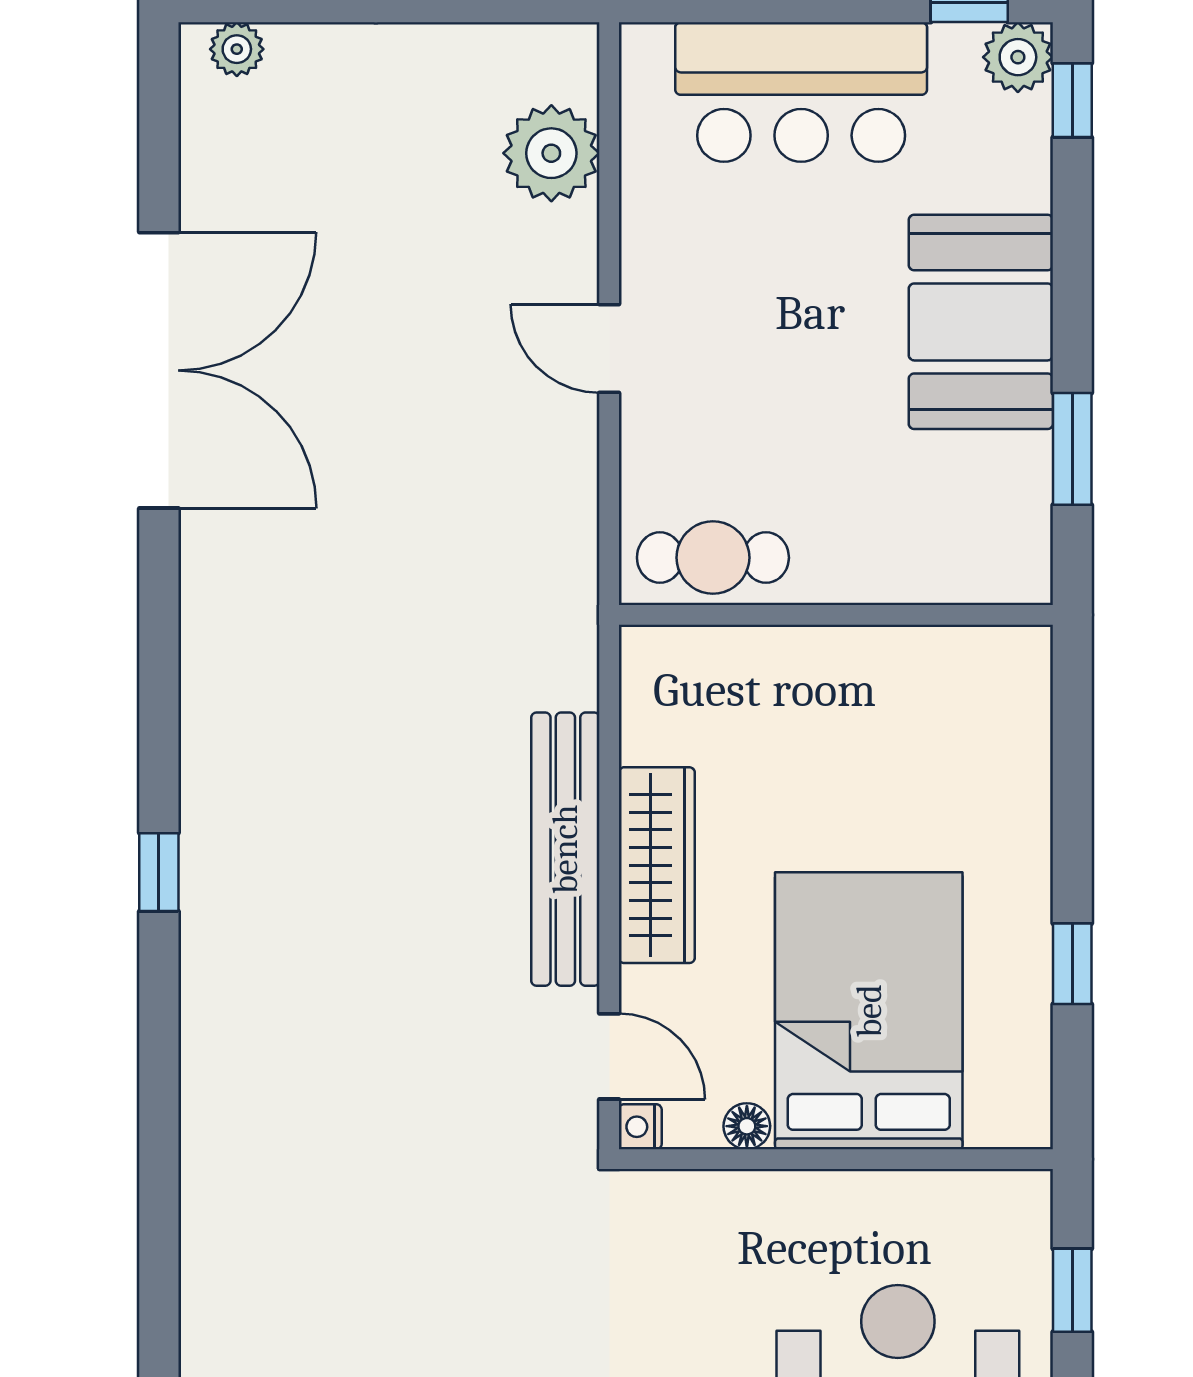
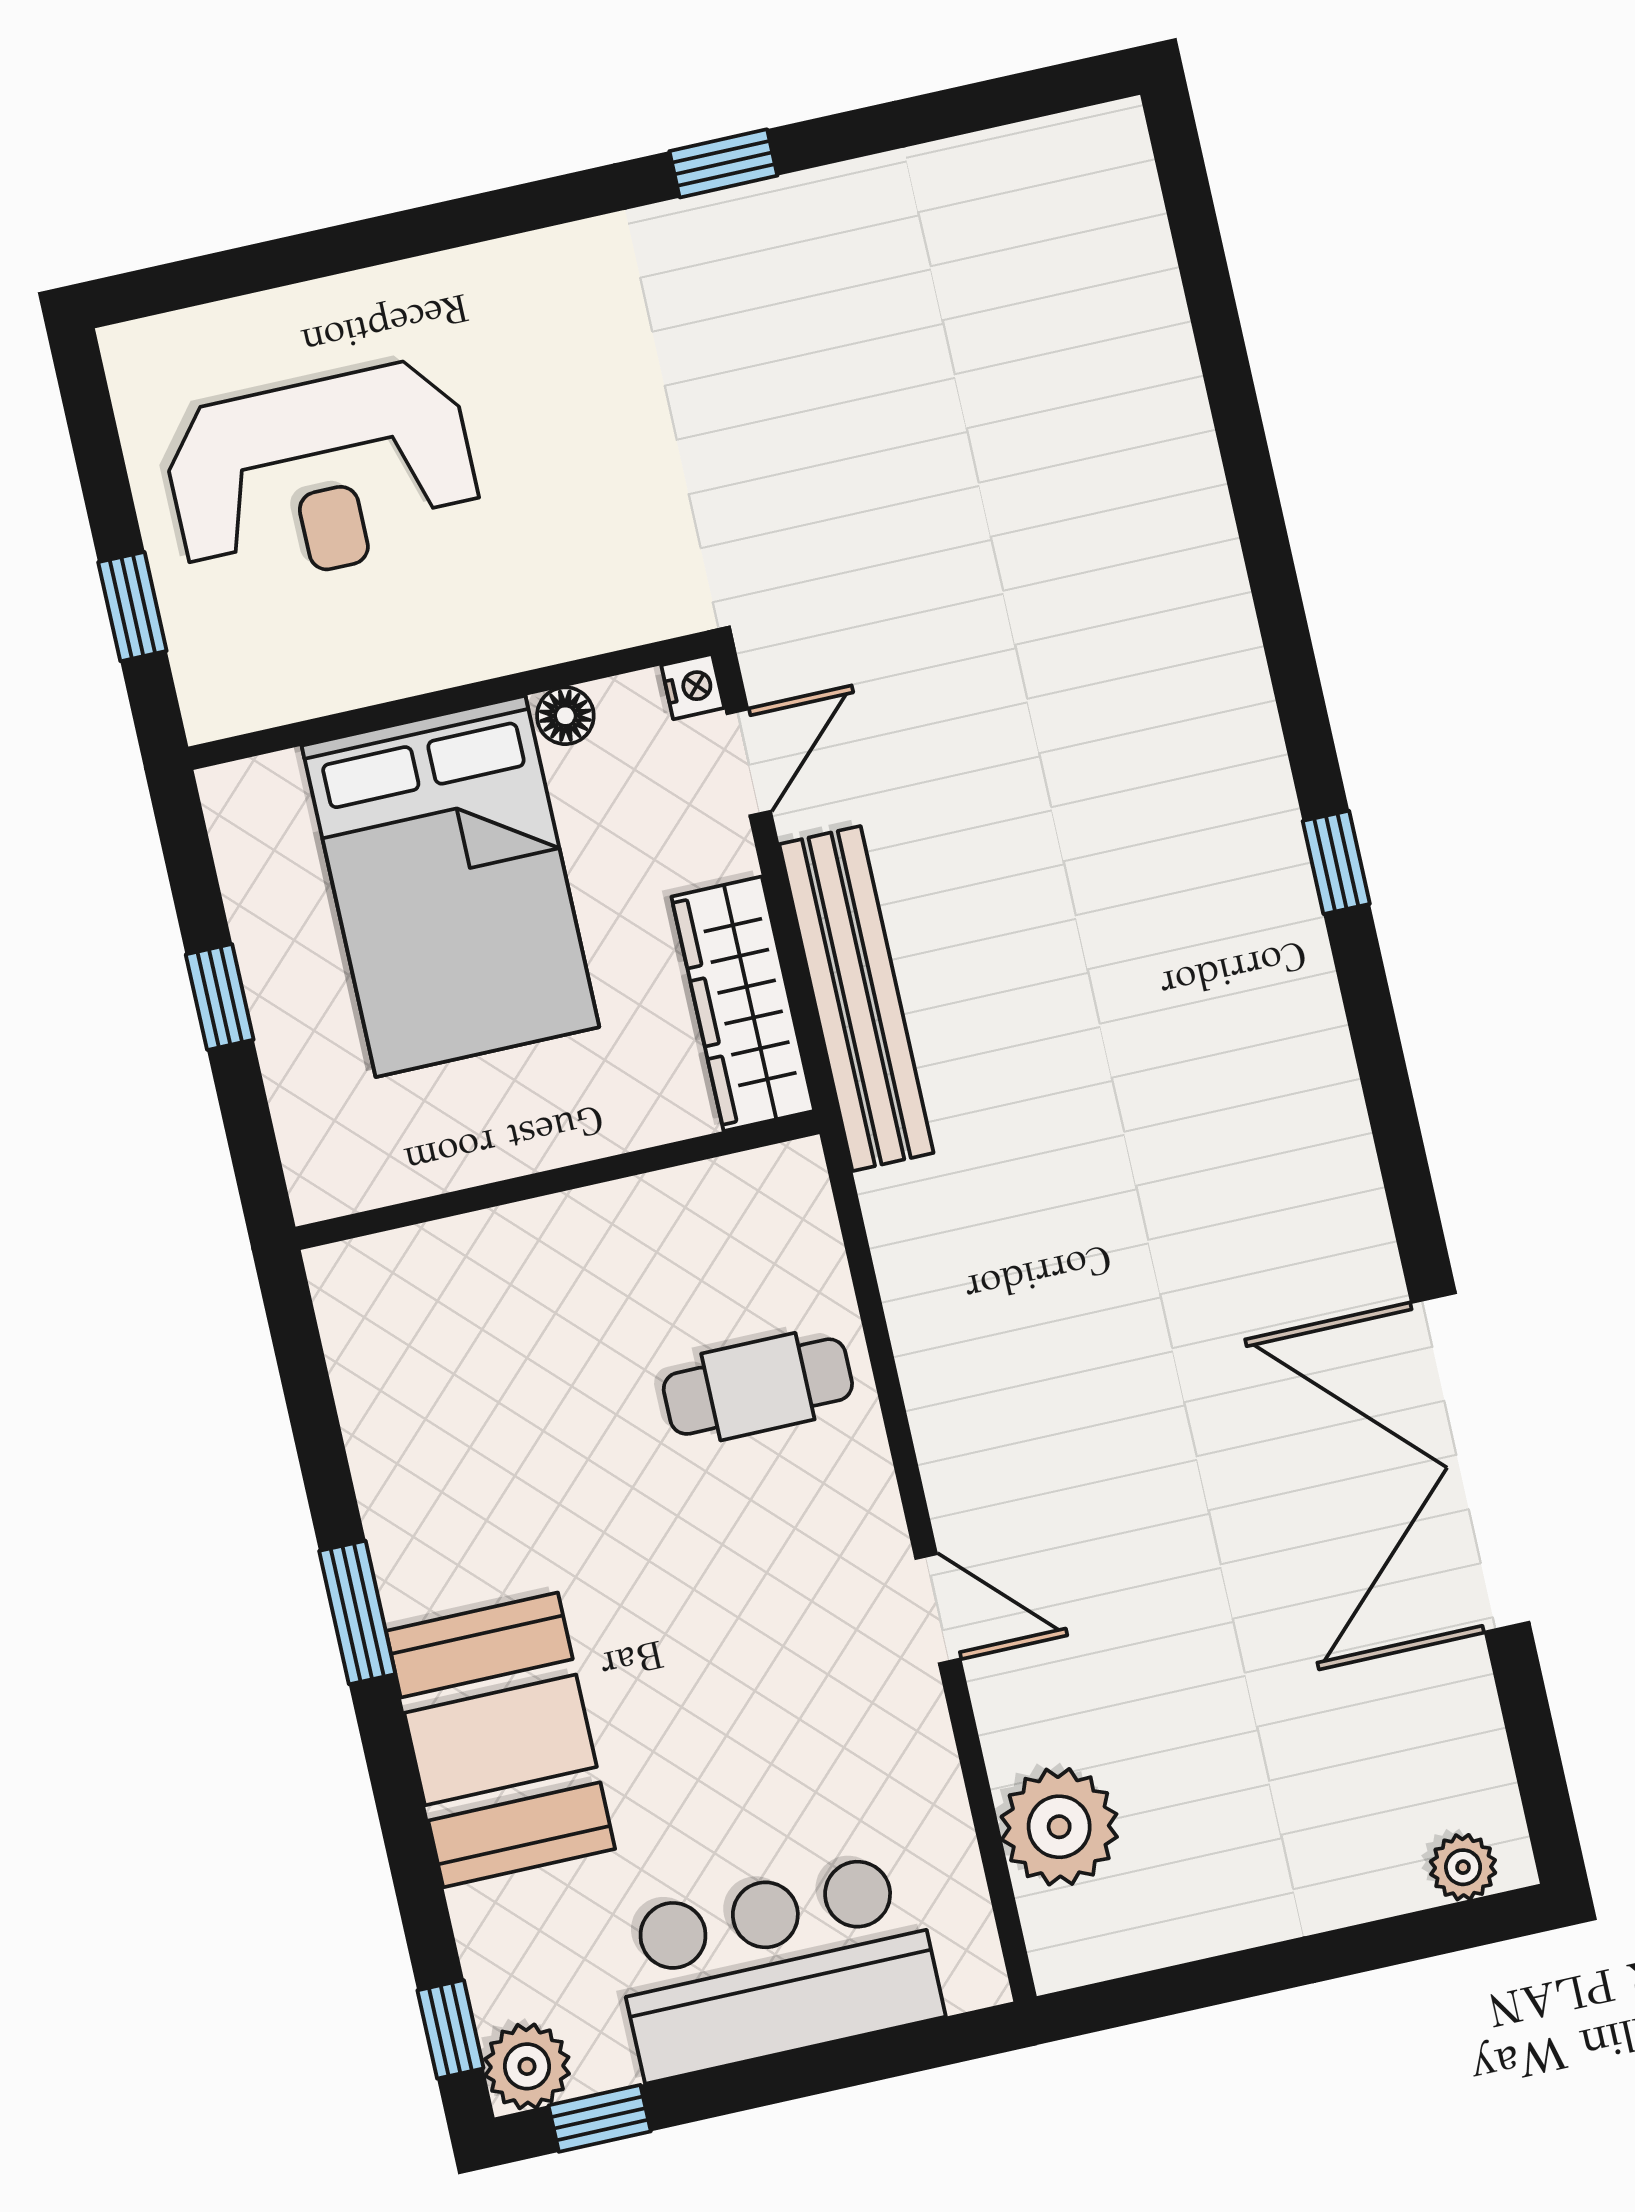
wall: (836, 615) -> (558, 1180), moved
door: (609, 1056) -> (749, 762), swing flipped

